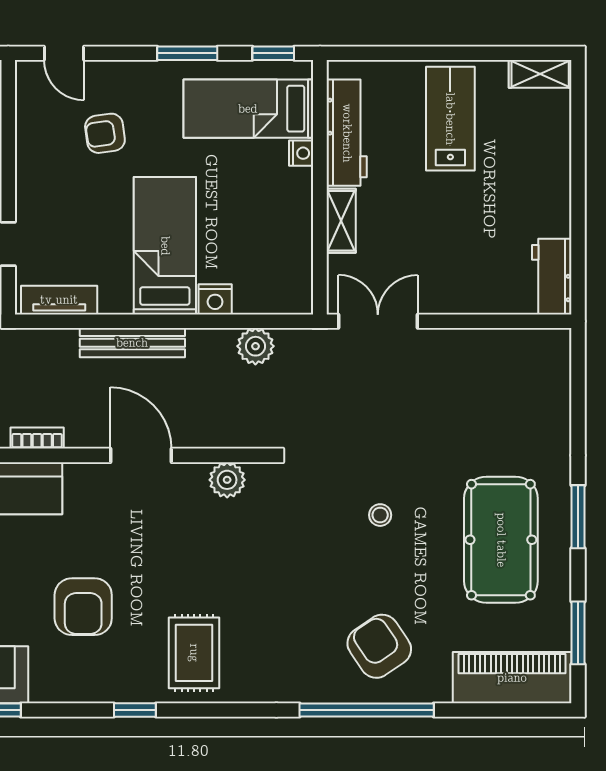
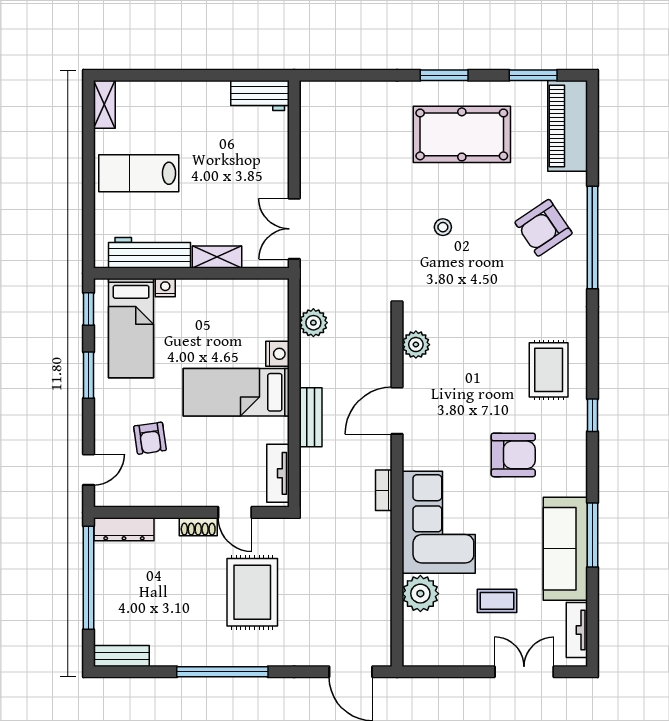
bench: (132, 343) -> (311, 417), width x0.73
rug: (194, 653) -> (549, 370), turned 90

